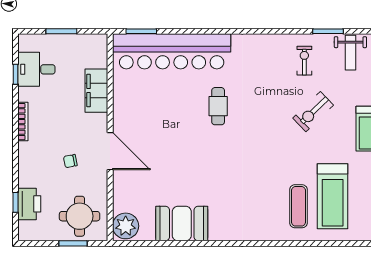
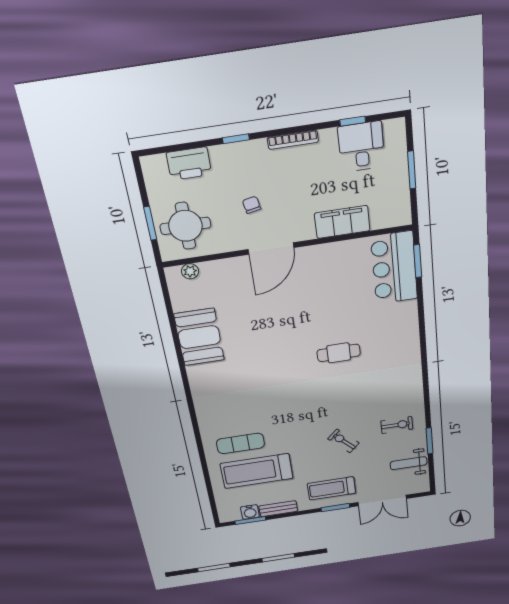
bar counter: (172, 51) -> (394, 268), width x0.54
exercise bike: (313, 112) -> (343, 441), width x0.73, depth x0.72
window: (15, 202) -> (236, 139), moved
plant: (126, 226) -> (190, 271), width x0.53, depth x0.53

